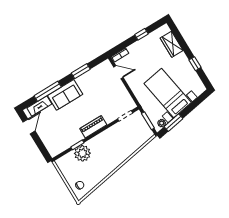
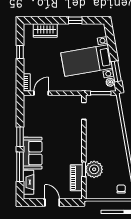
window: (81, 71) -> (20, 137), moved
door: (29, 126) -> (52, 202), moved
piano: (93, 127) -> (76, 178), moved

